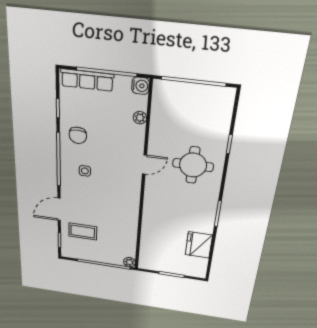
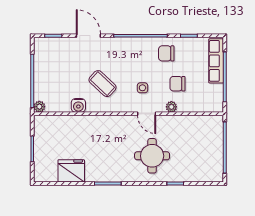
water cooler: (141, 86) -> (78, 105), moved
plant: (140, 118) -> (171, 107), moved
chair: (112, 127) -> (177, 84), added
side table: (85, 171) -> (142, 88), moved
coffee table: (83, 231) -> (102, 84), moved, turned -47

